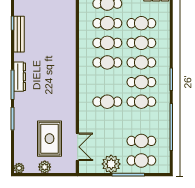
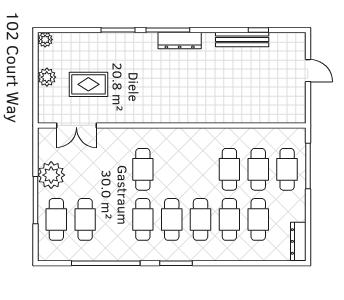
cafe table: (107, 62) -> (201, 169), removed
rug: (49, 139) -> (88, 84), width x0.73, depth x0.70

